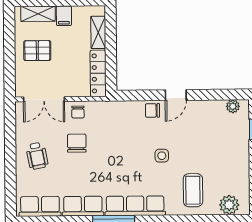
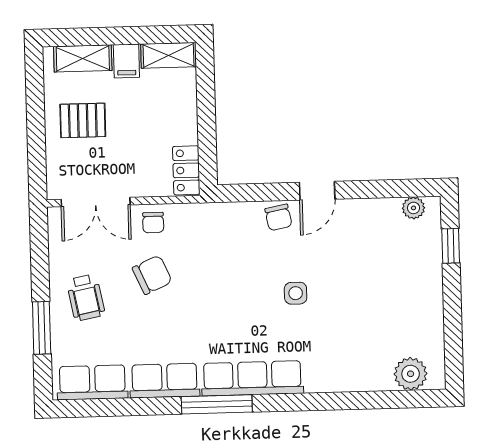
shelving: (98, 32) -> (169, 55), moved, turned 90
locker: (98, 73) -> (186, 170), width x0.66
chair: (152, 110) -> (278, 217), turned -101
chair: (77, 143) -> (152, 275), turned 66
window: (10, 173) -> (42, 328), added
coffee table: (193, 190) -> (349, 350), removed

